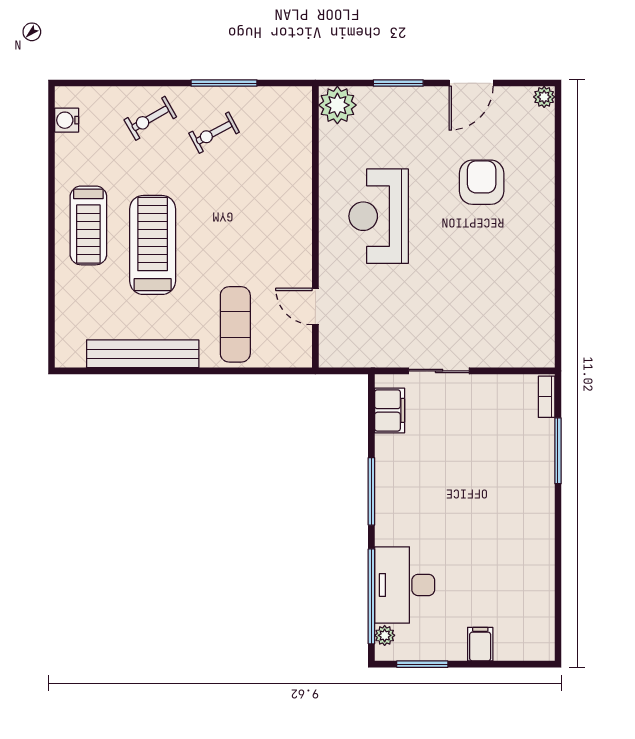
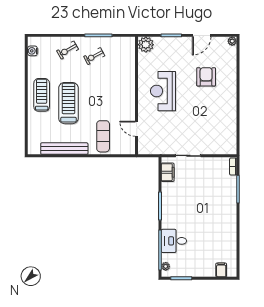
treadmill: (88, 225) -> (42, 95), turned 180
desk: (405, 585) -> (174, 241), width x0.73
filing cabinet: (480, 644) -> (221, 270), moved

